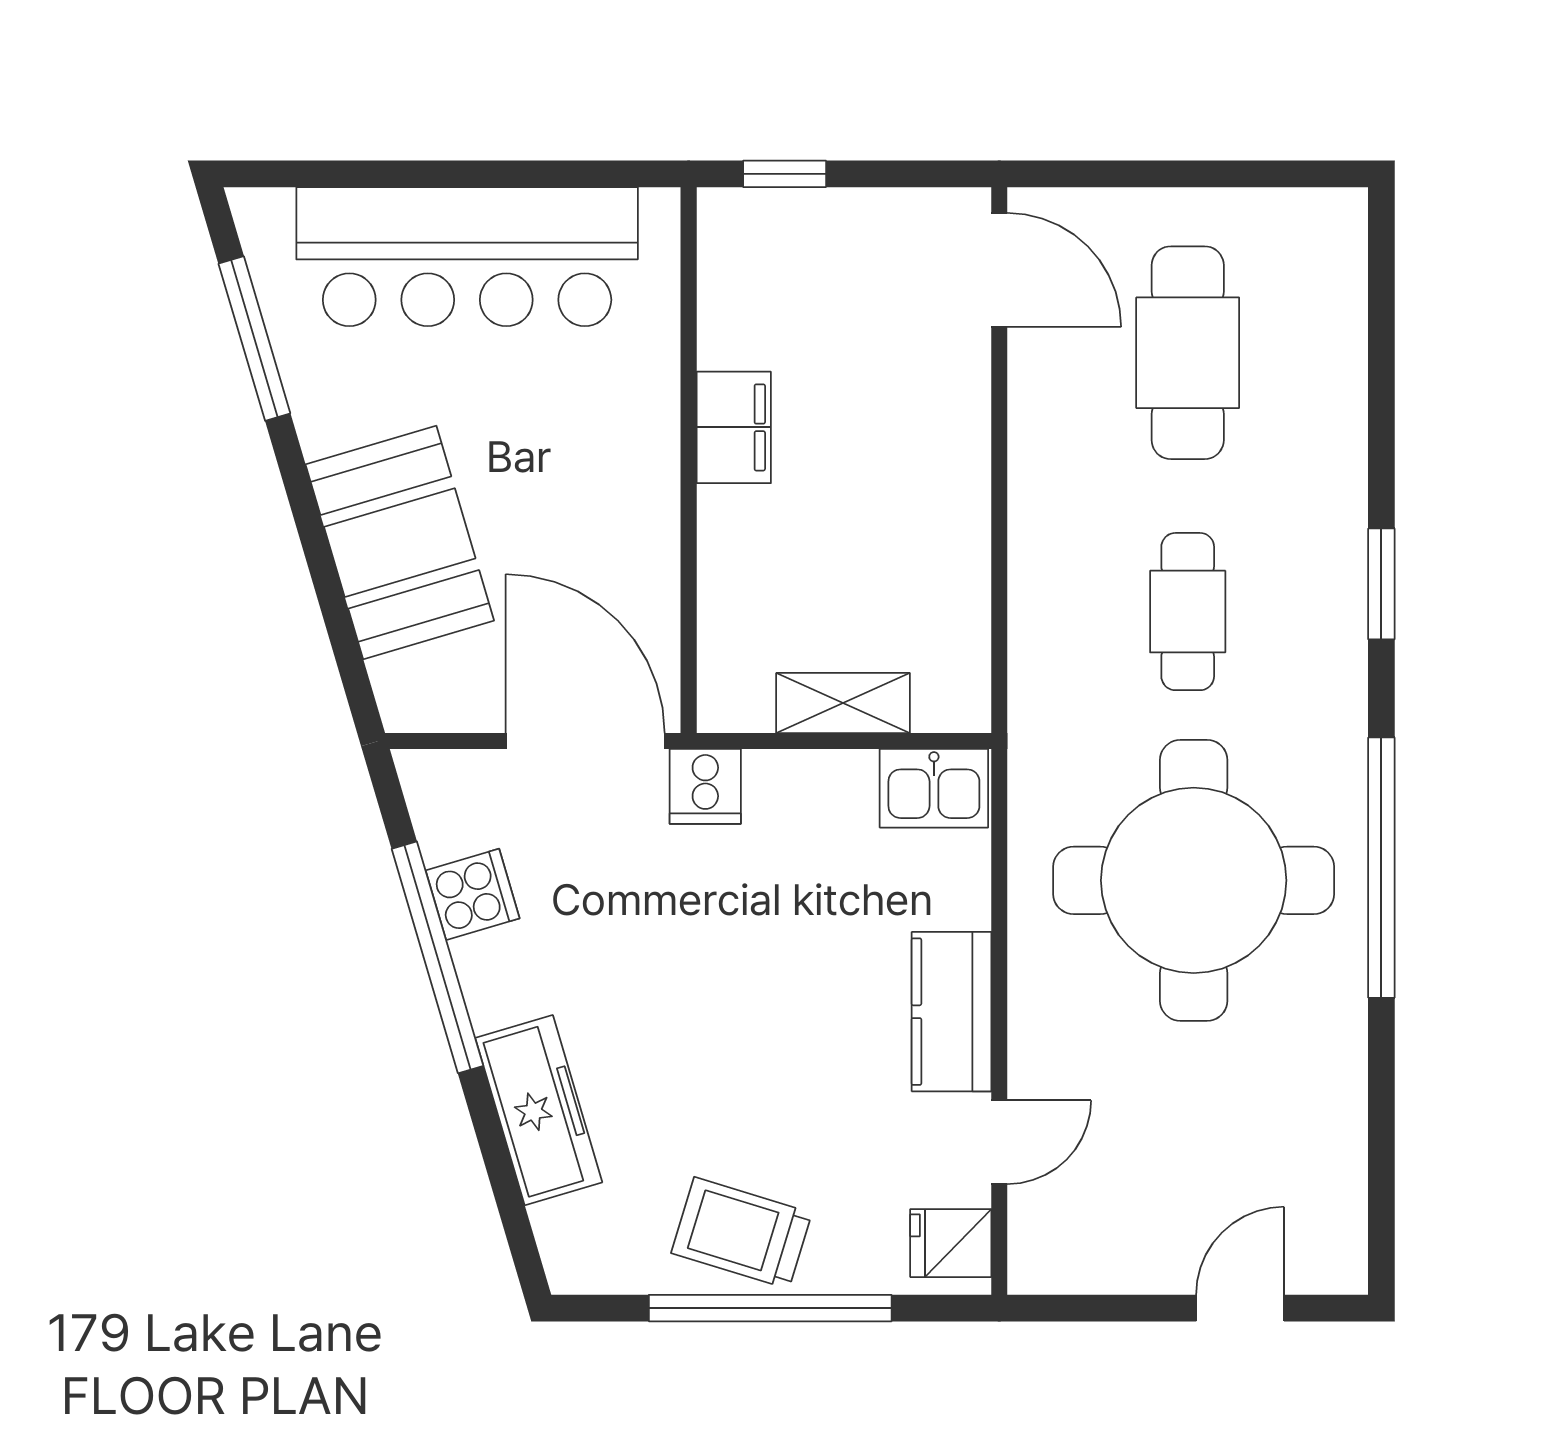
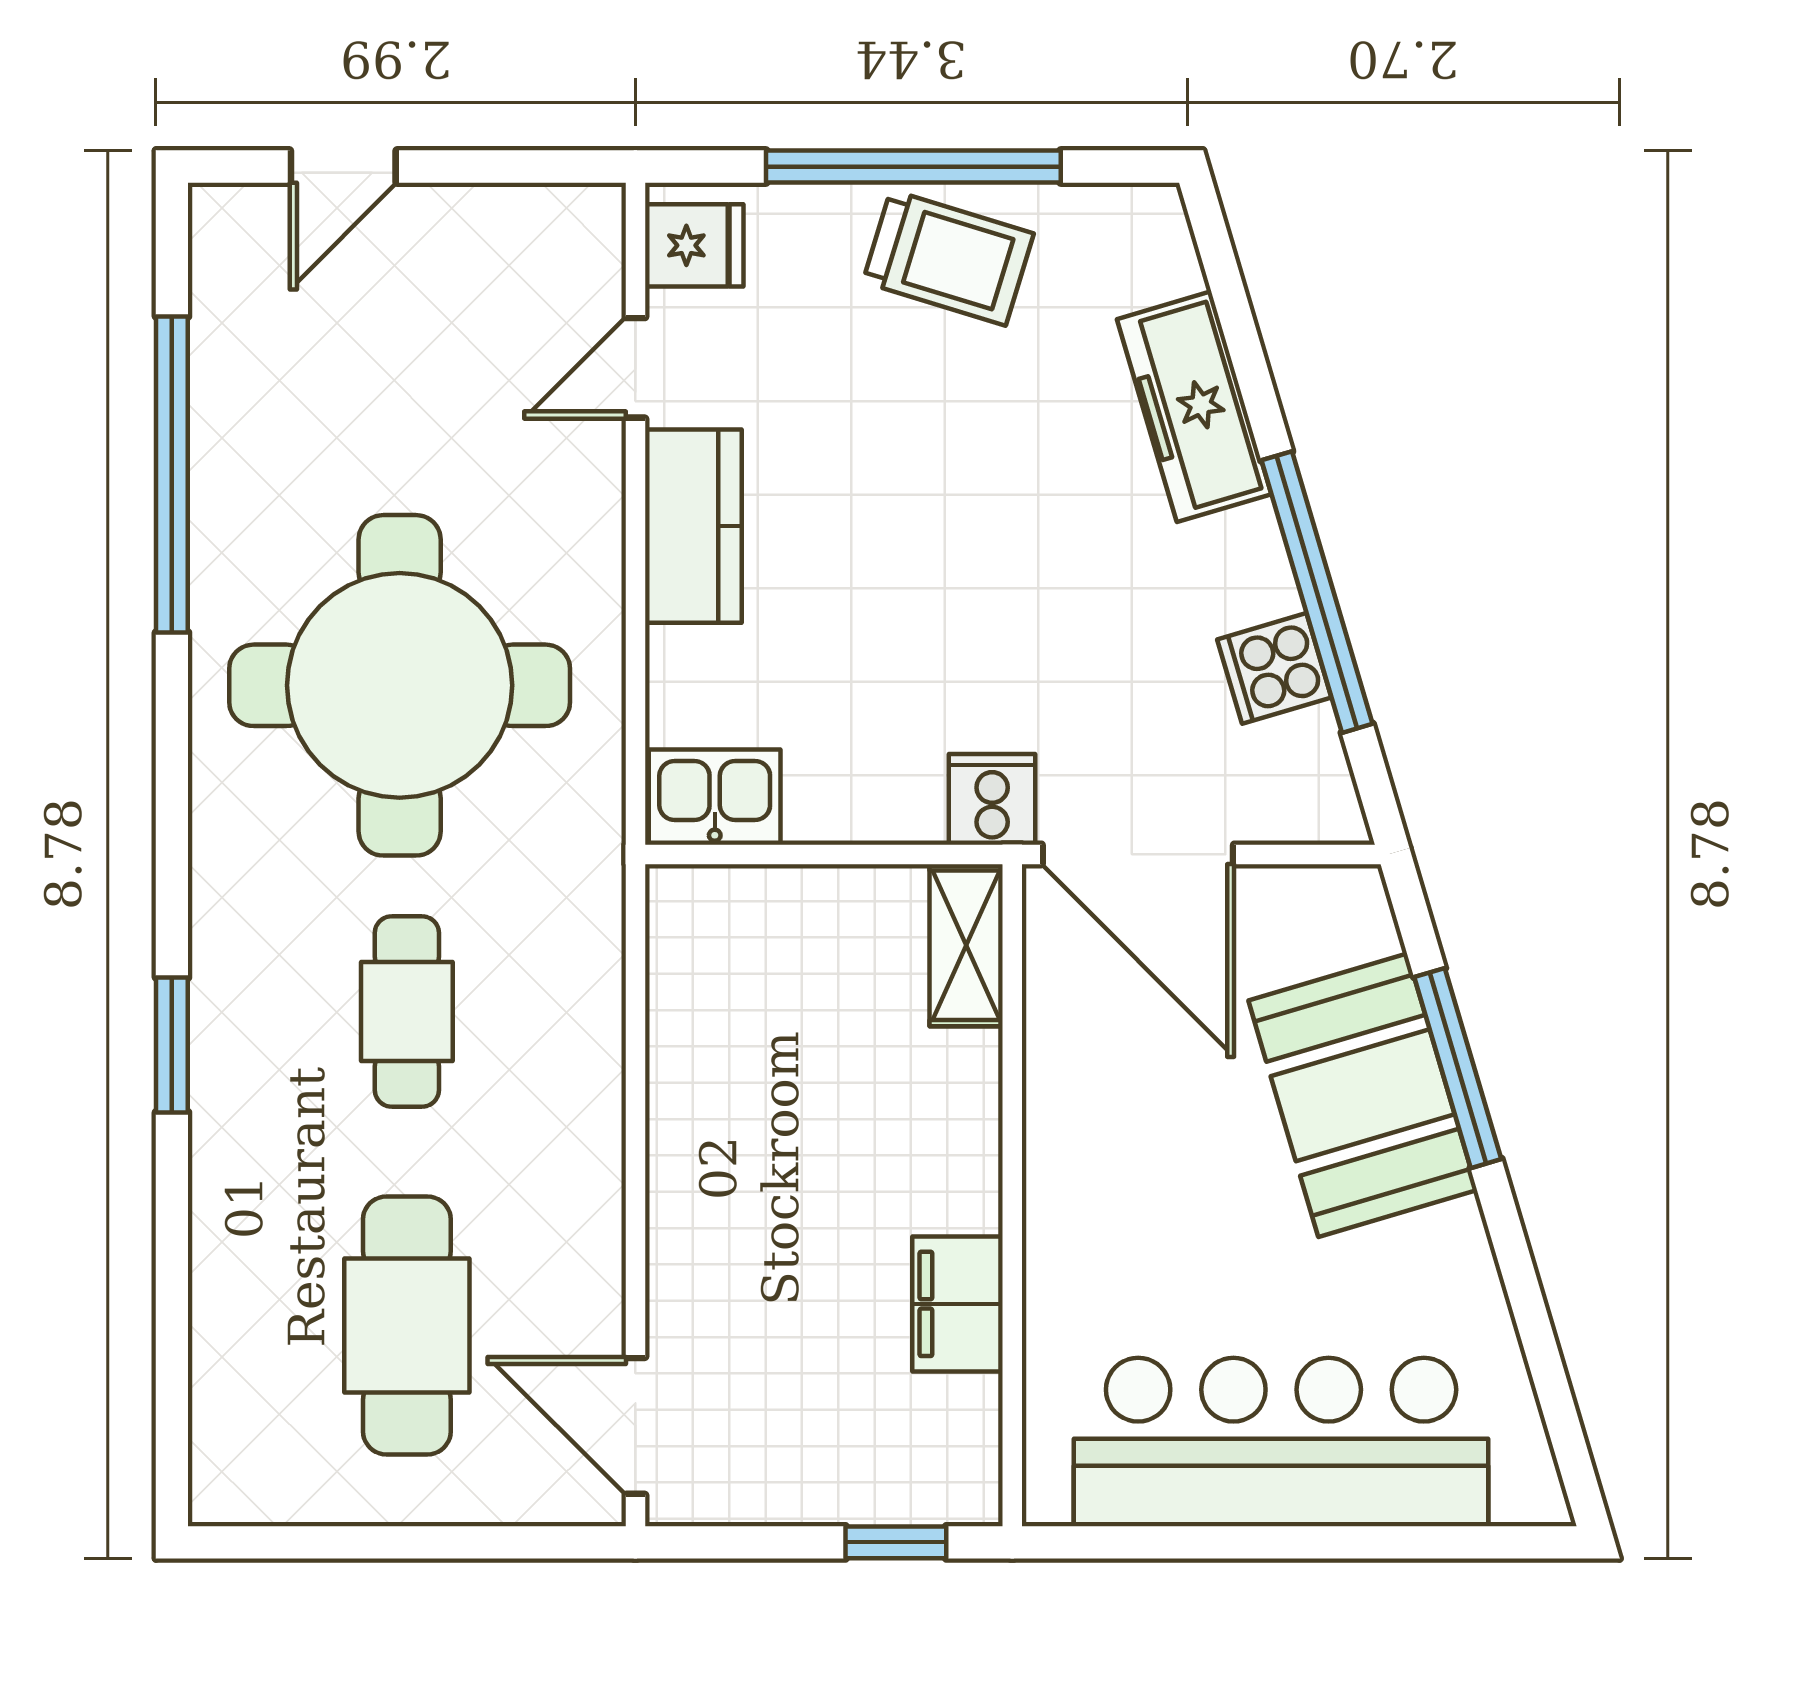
window: (254, 339) -> (1458, 1068), moved
filing cabinet: (734, 427) -> (957, 1304), moved
shelving: (843, 703) -> (966, 945), moved, turned 90
window: (1381, 868) -> (172, 475), moved

